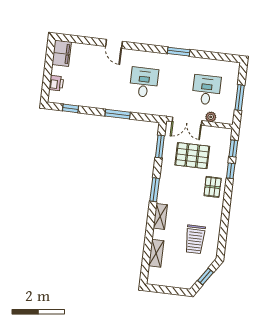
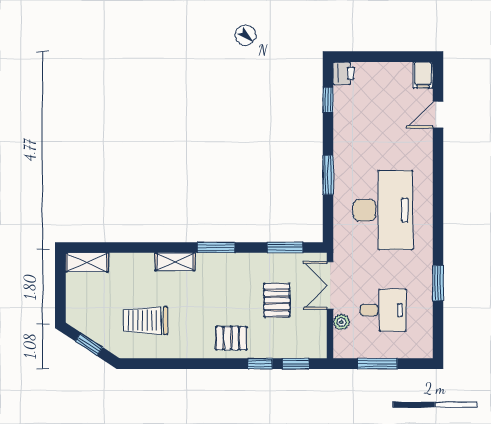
door: (114, 44) -> (438, 115), moved
window: (179, 52) -> (438, 283), moved
filing cabinet: (62, 53) -> (423, 75), width x0.50
desk: (144, 82) -> (383, 210), width x1.87, depth x1.30
printer: (56, 83) -> (344, 73), moved, turned -90
pallet: (192, 156) -> (277, 300), width x0.67, depth x0.71
shelving: (156, 253) -> (87, 262), moved

